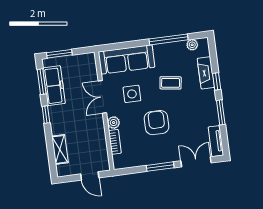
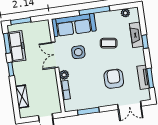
window: (169, 39) -> (94, 11), moved
window: (221, 112) -> (150, 78), moved
armchair: (157, 123) -> (114, 79), moved
tv unit: (216, 141) -> (143, 77), moved
double door: (196, 162) -> (129, 105), swing flipped
window: (160, 167) -> (88, 111), moved

